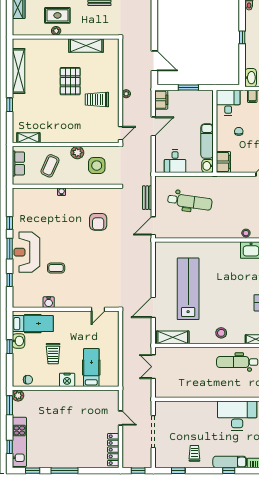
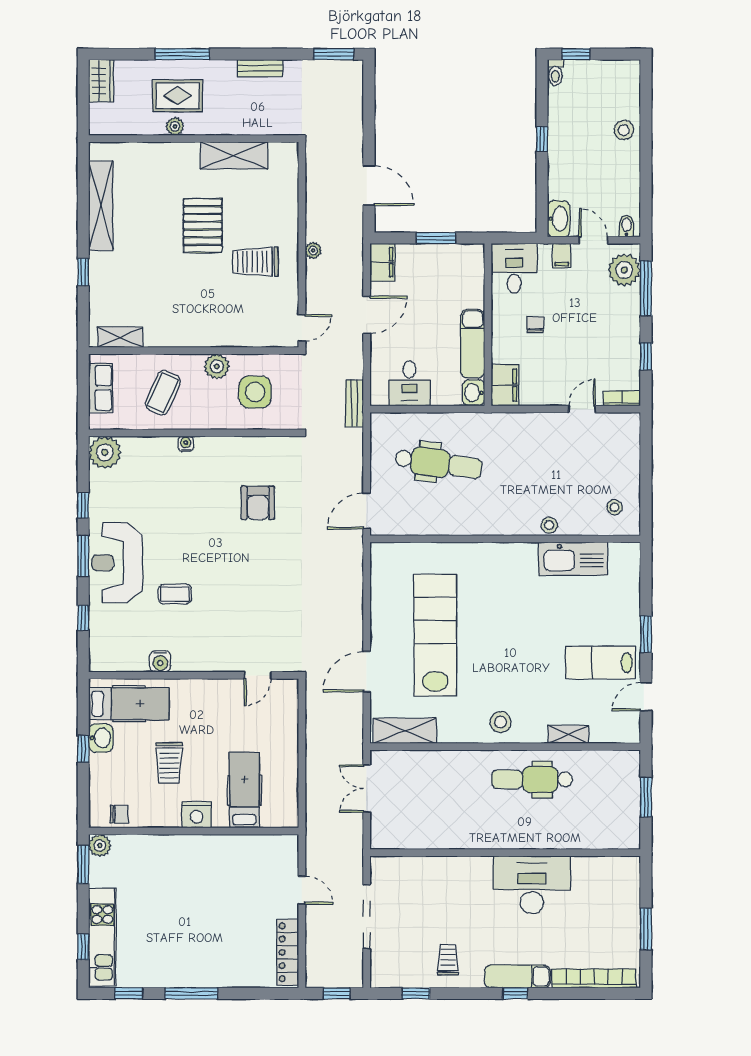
plant: (21, 196) -> (105, 452), added
bench: (147, 198) -> (355, 404), moved

